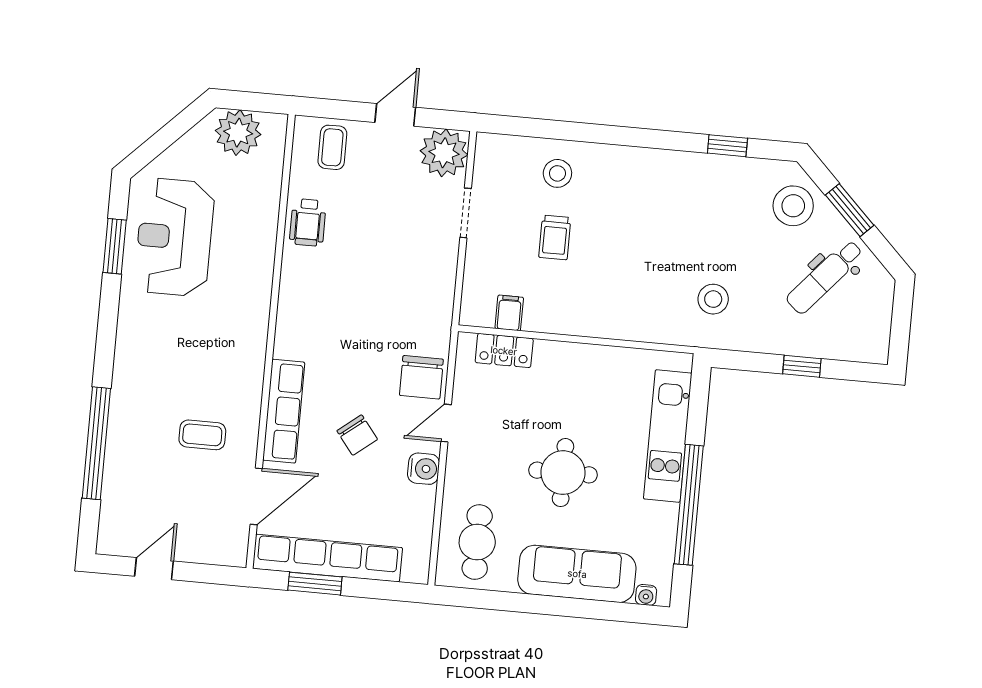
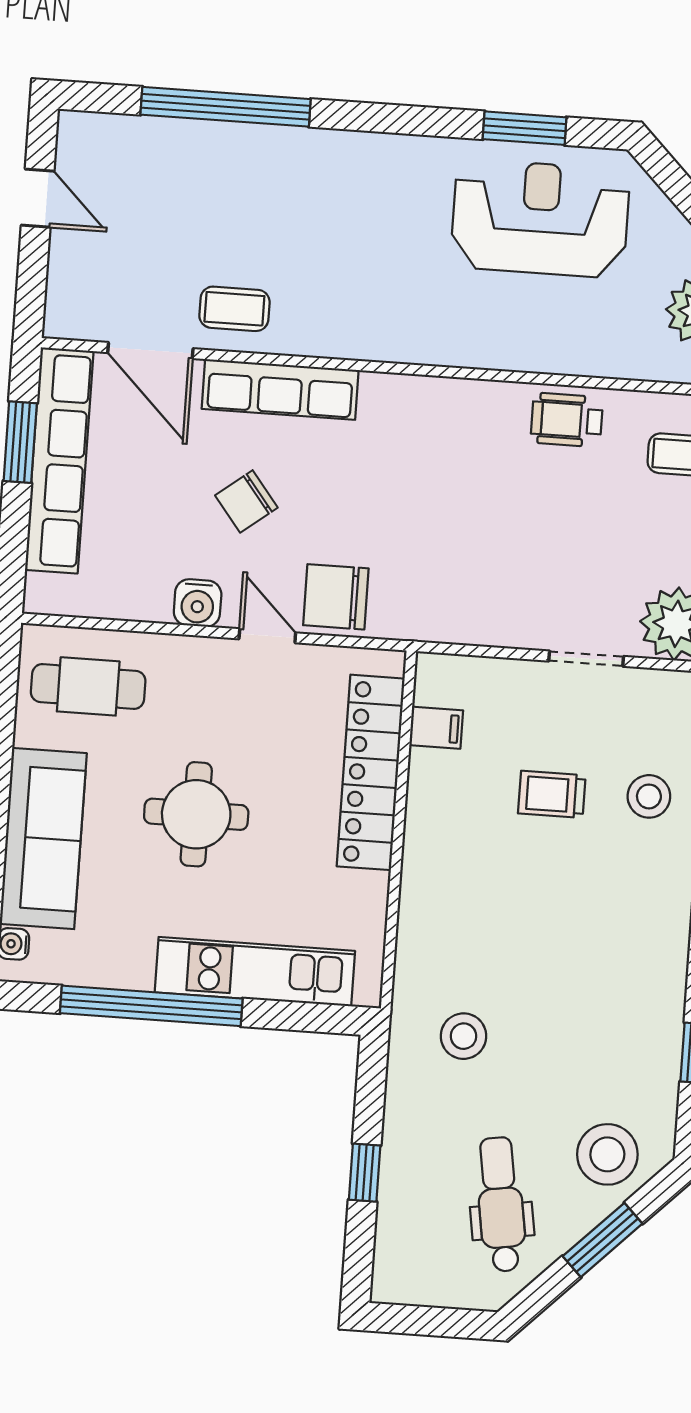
dental chair: (825, 277) -> (501, 1204), turned 40
locker: (504, 351) -> (371, 772), width x2.16, depth x1.21
coffee table: (202, 435) -> (234, 309), moved, turned 90

